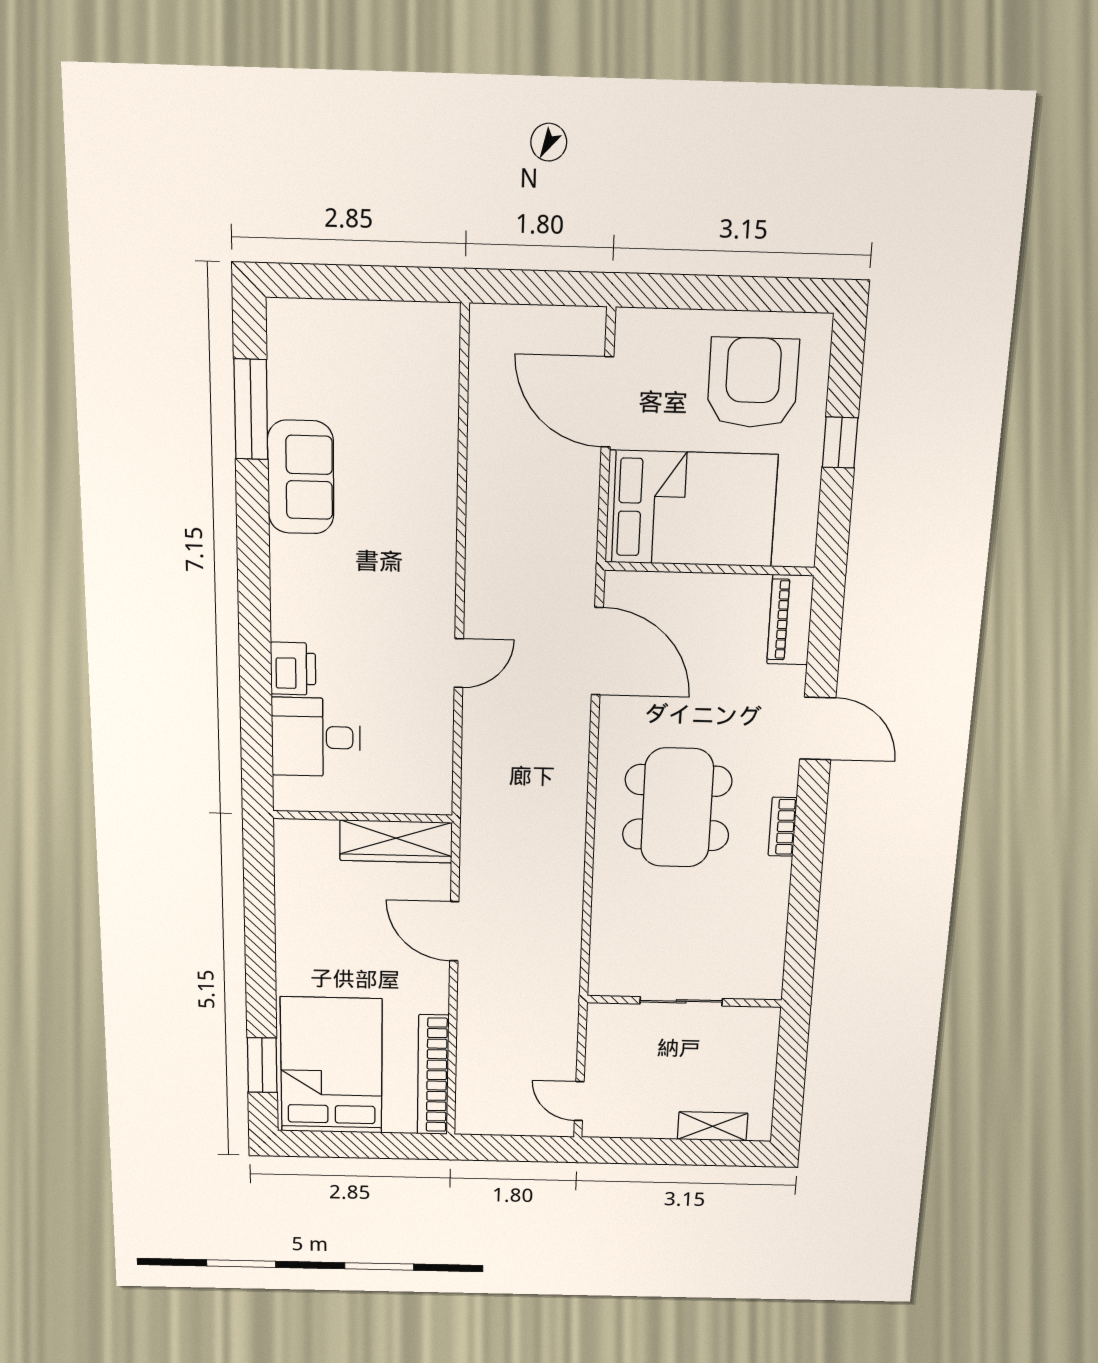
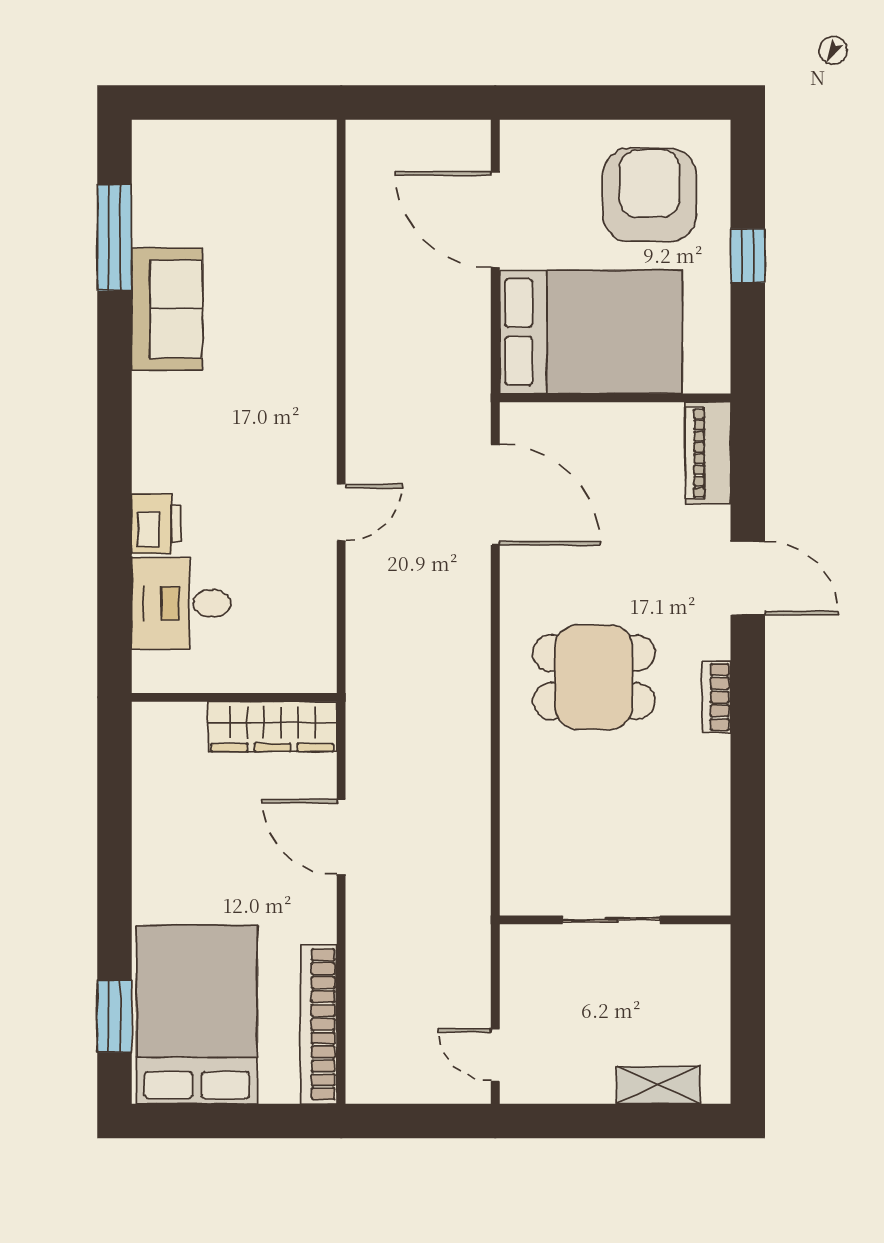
dining table: (677, 808) -> (594, 677), width x0.73

